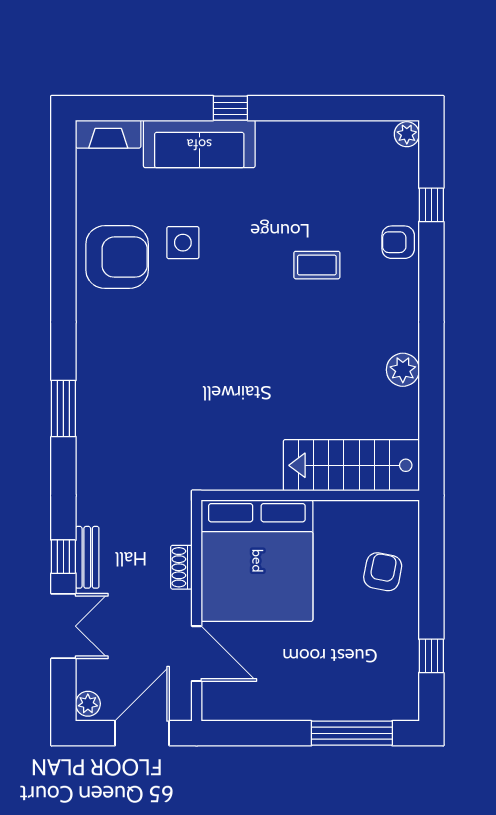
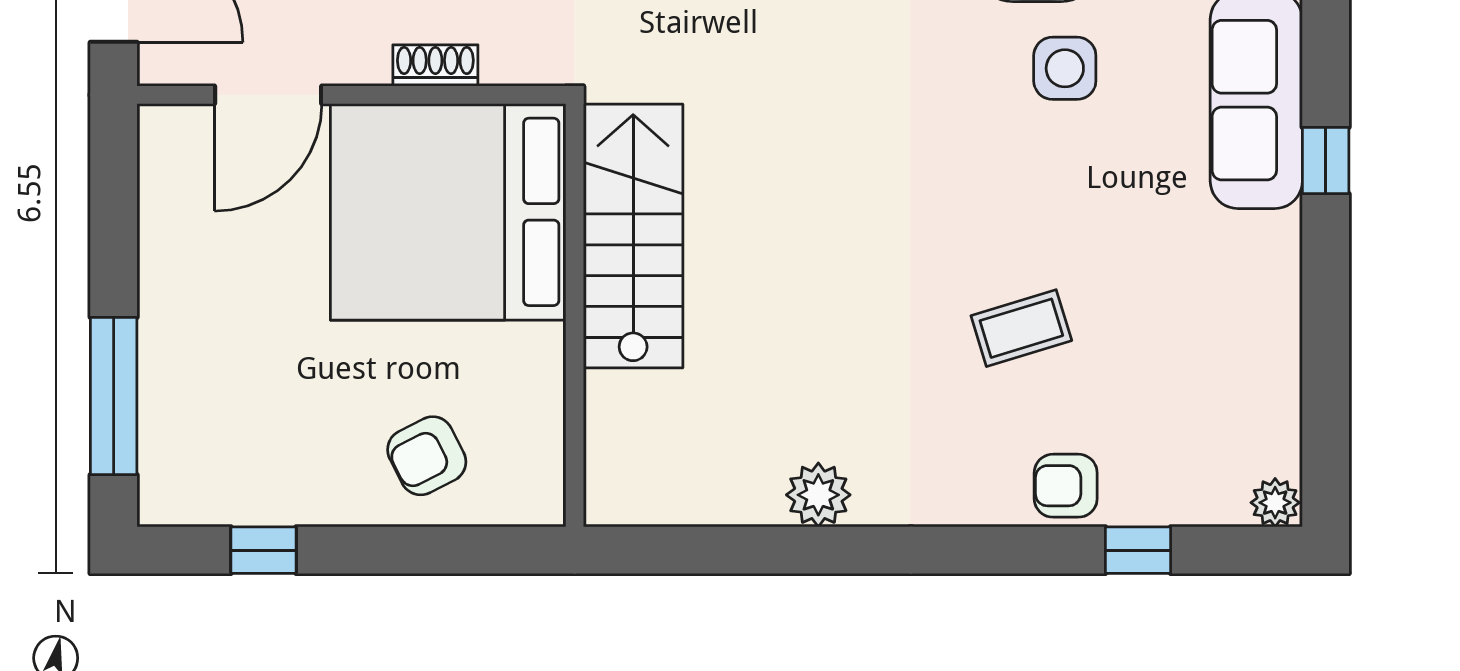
armchair: (398, 242) -> (1066, 486), turned -90
coffee table: (317, 265) -> (1021, 328), turned 73
stairs: (351, 465) -> (633, 236), moved
armchair: (383, 572) -> (427, 456), turned 142

